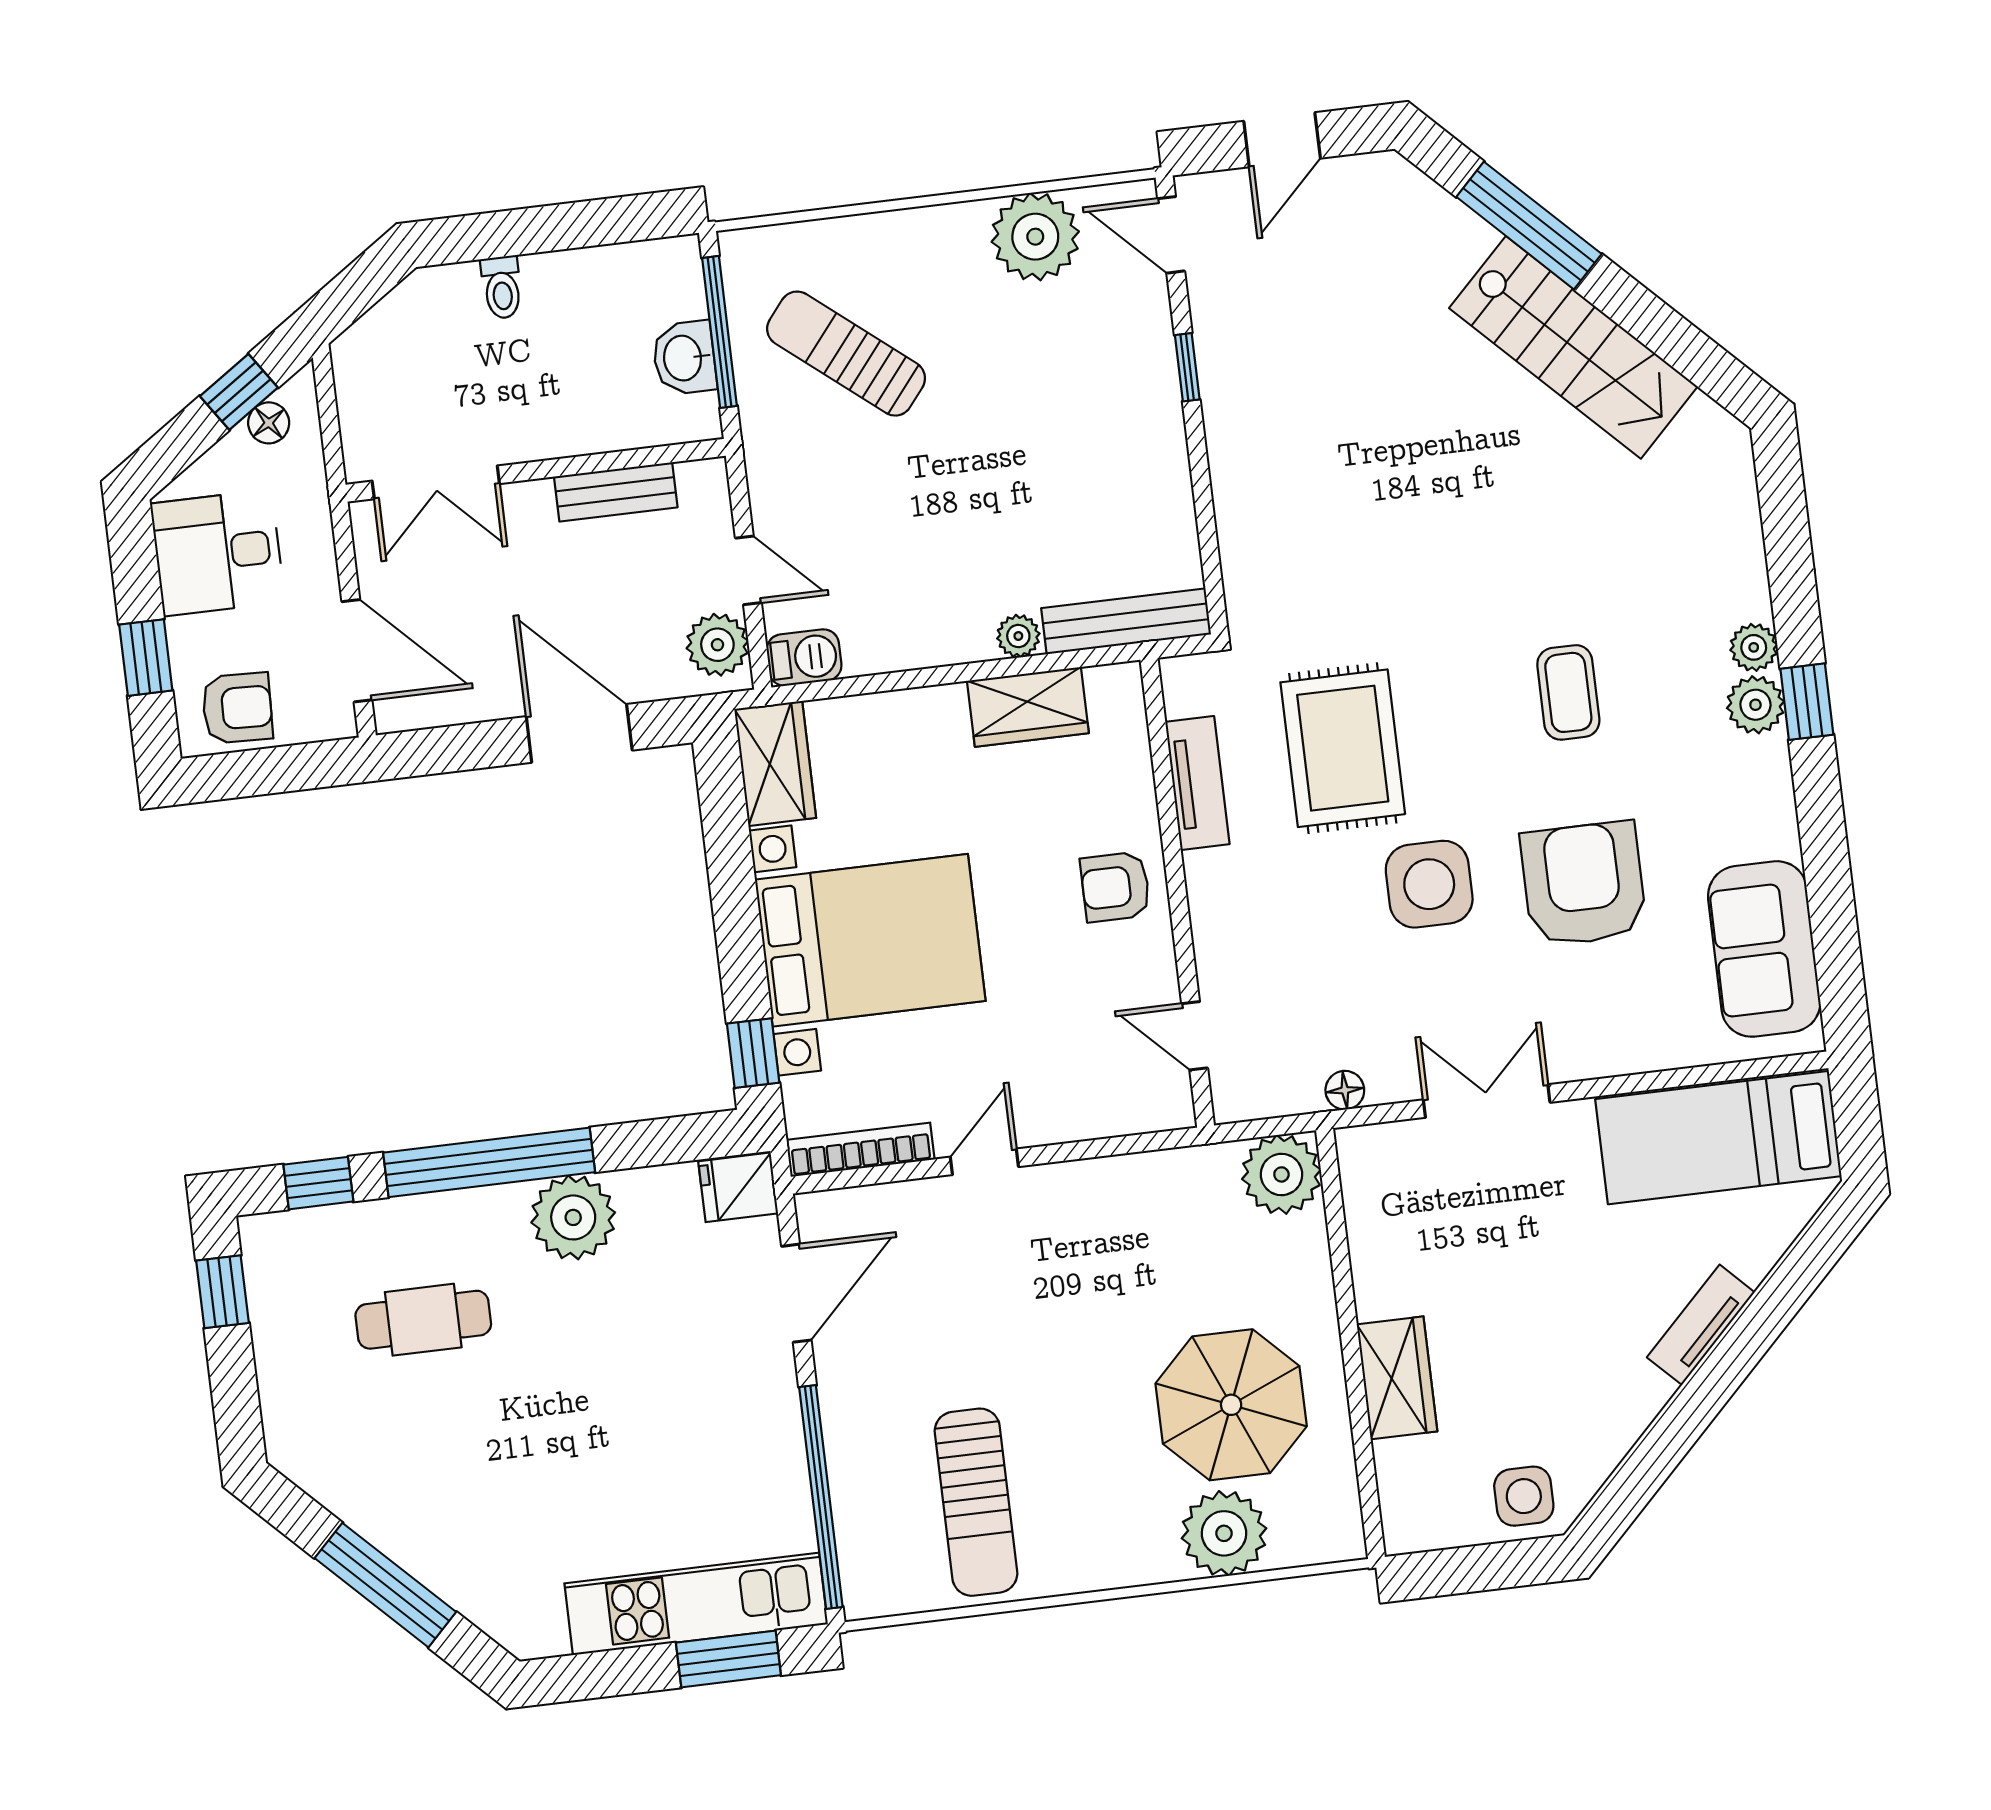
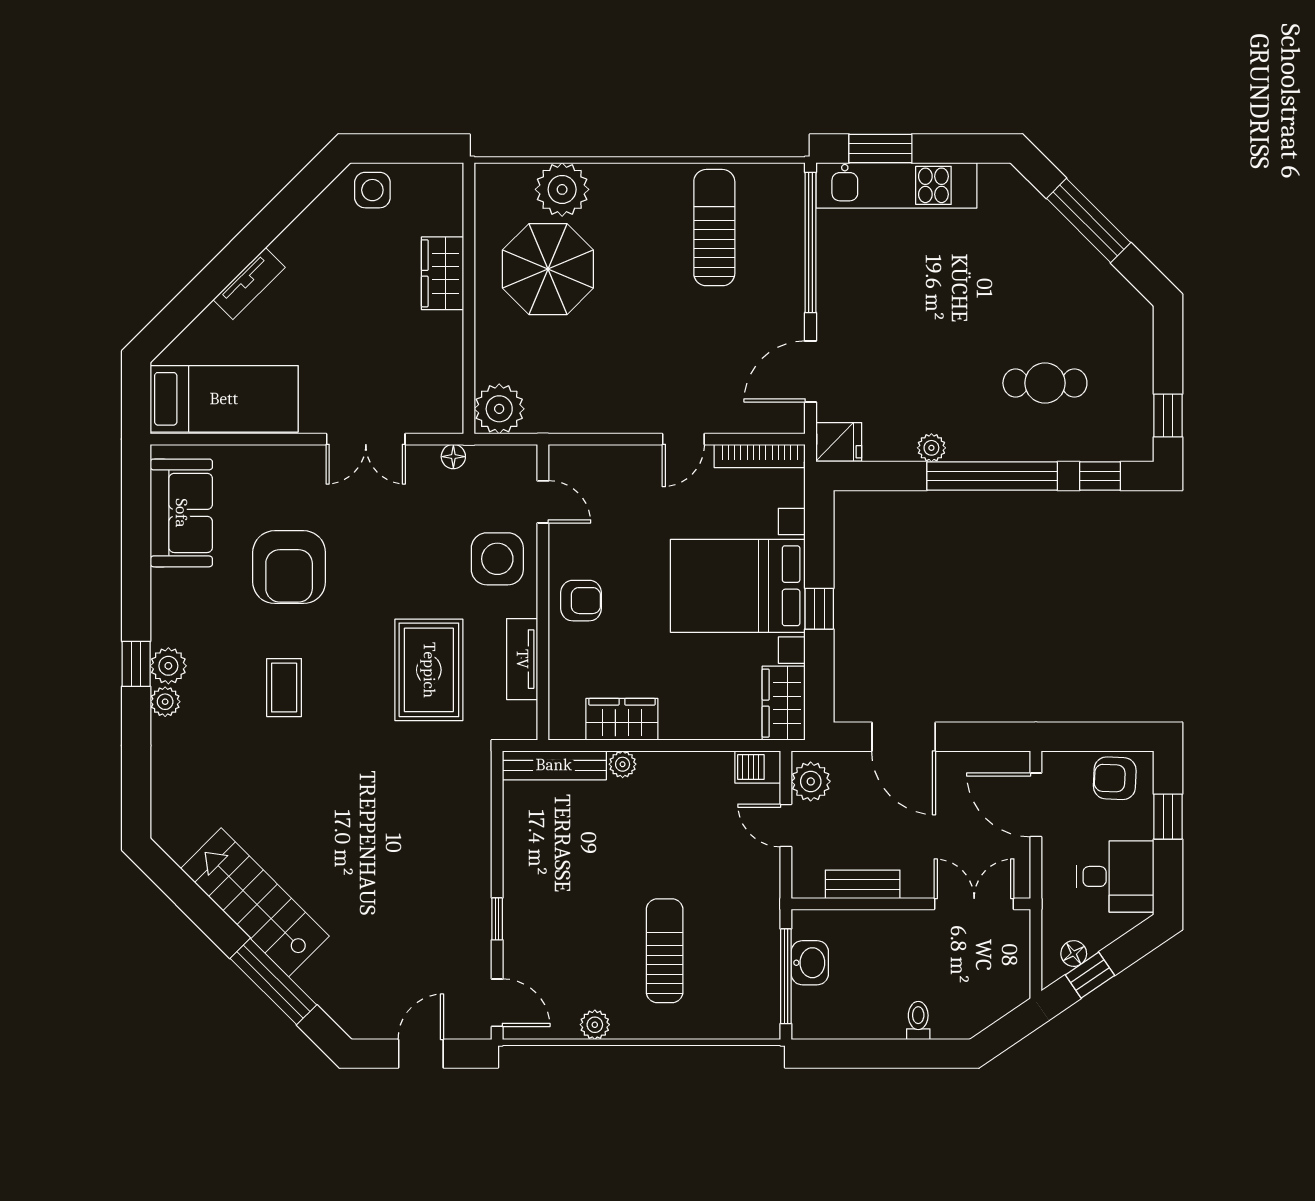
plant: (1035, 237) -> (595, 1025), width x0.53, depth x0.53
sun lounger: (846, 354) -> (665, 951), moved, turned -129
side table: (1429, 884) -> (497, 559), moved
window: (753, 1053) -> (819, 609), moved
plant: (573, 1217) -> (931, 448), width x0.53, depth x0.53

